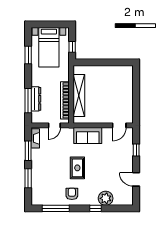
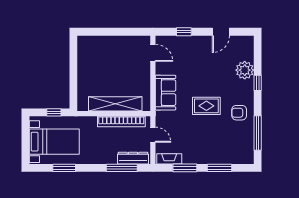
dresser: (36, 99) -> (133, 158), moved

